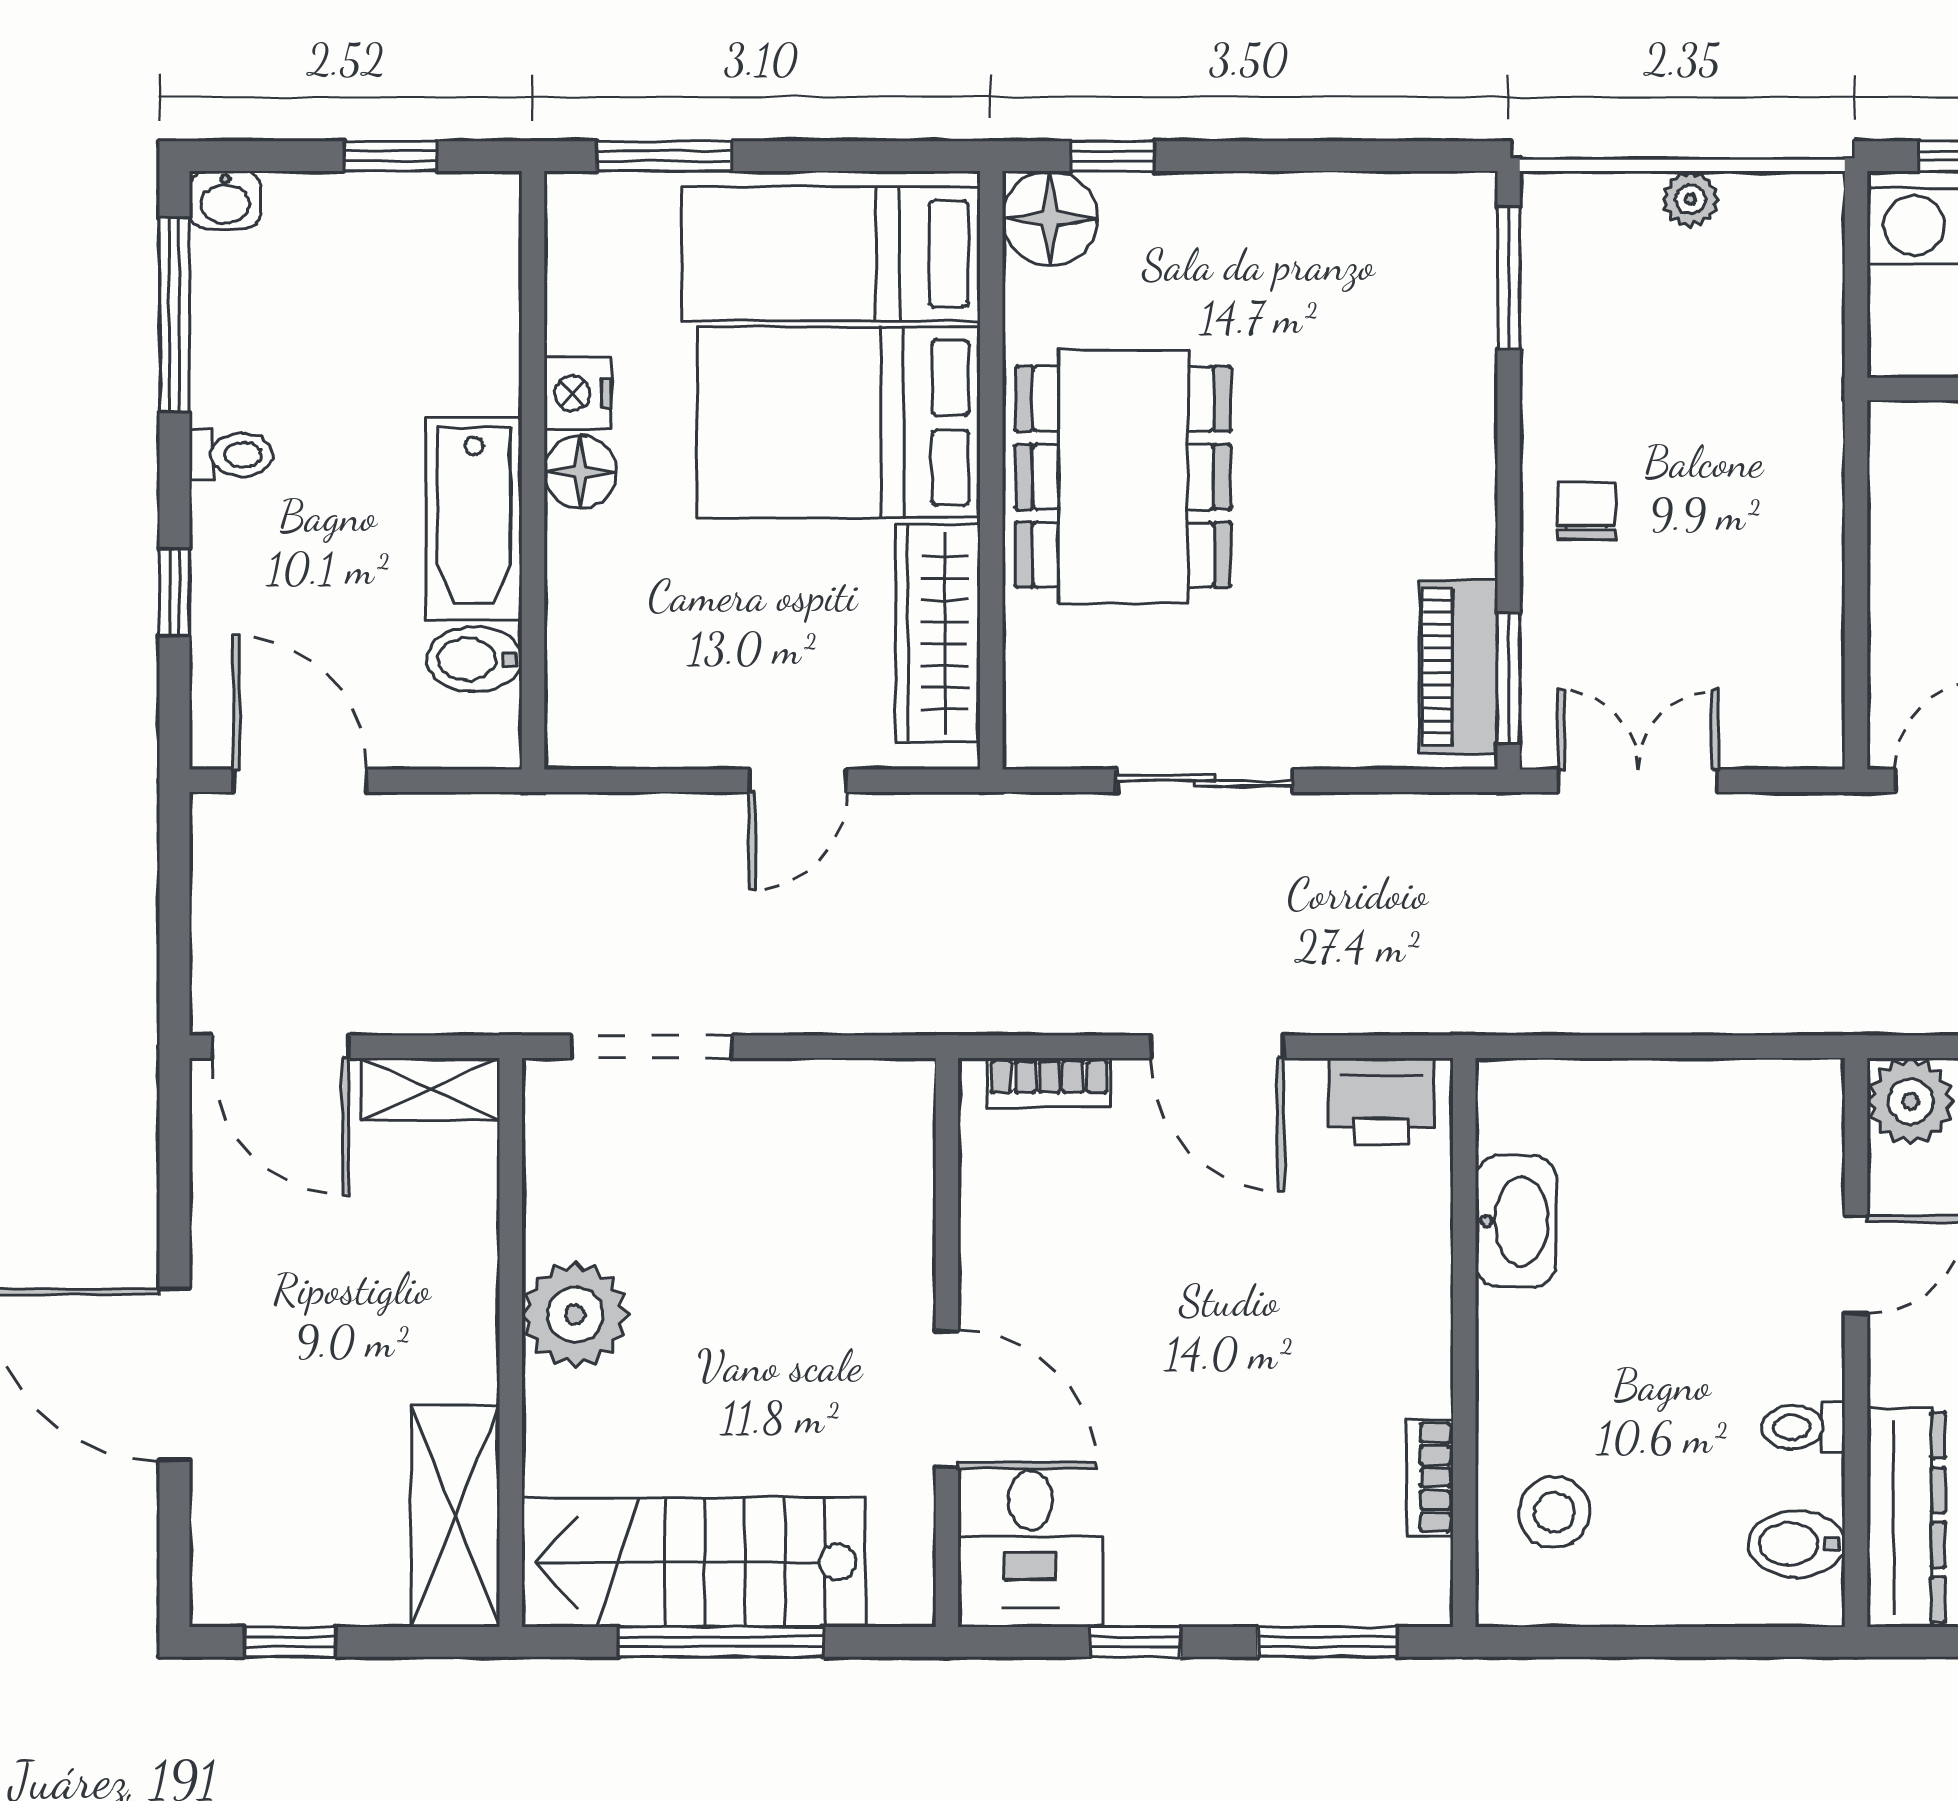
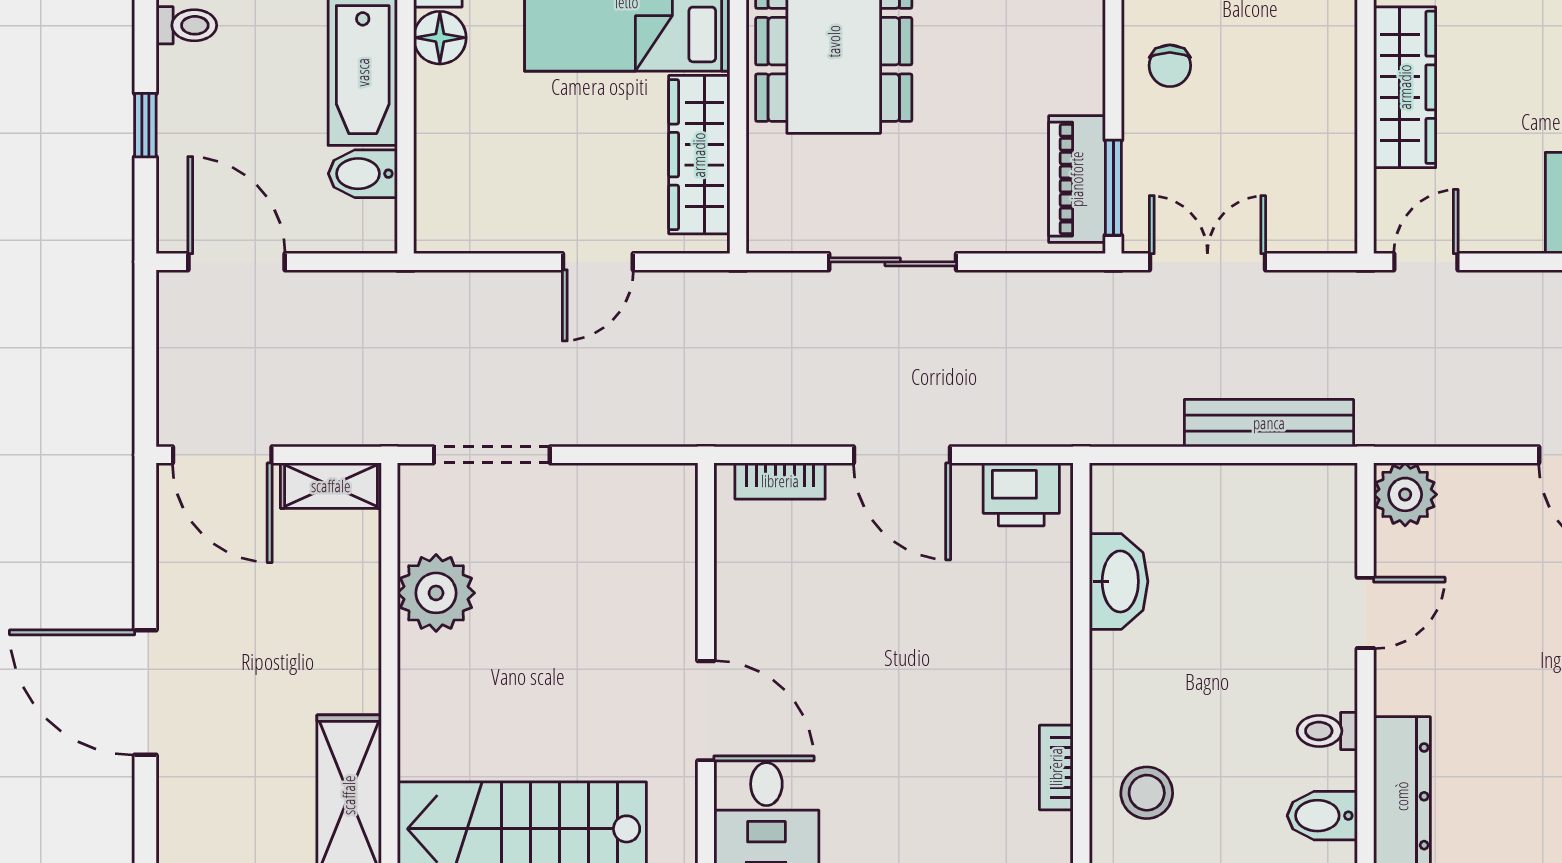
chair: (1586, 511) -> (1170, 66), turned 180
wardrobe: (1910, 540) -> (1405, 87), added
bench: (1723, 1003) -> (1269, 423), added
plant: (575, 1315) -> (436, 593), moved

